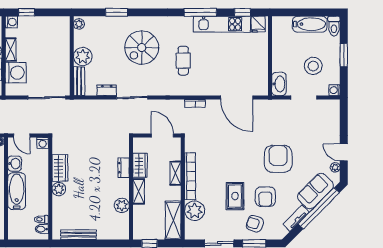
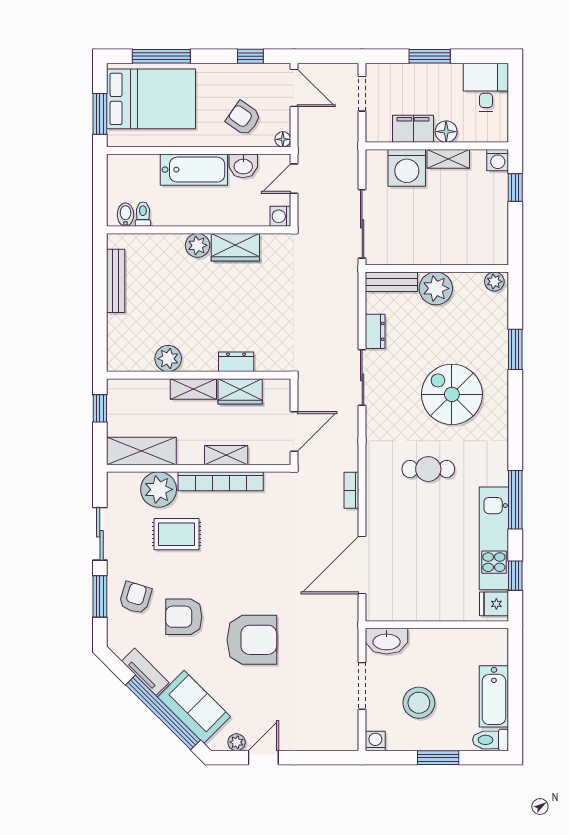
rug: (235, 196) -> (176, 534), moved

